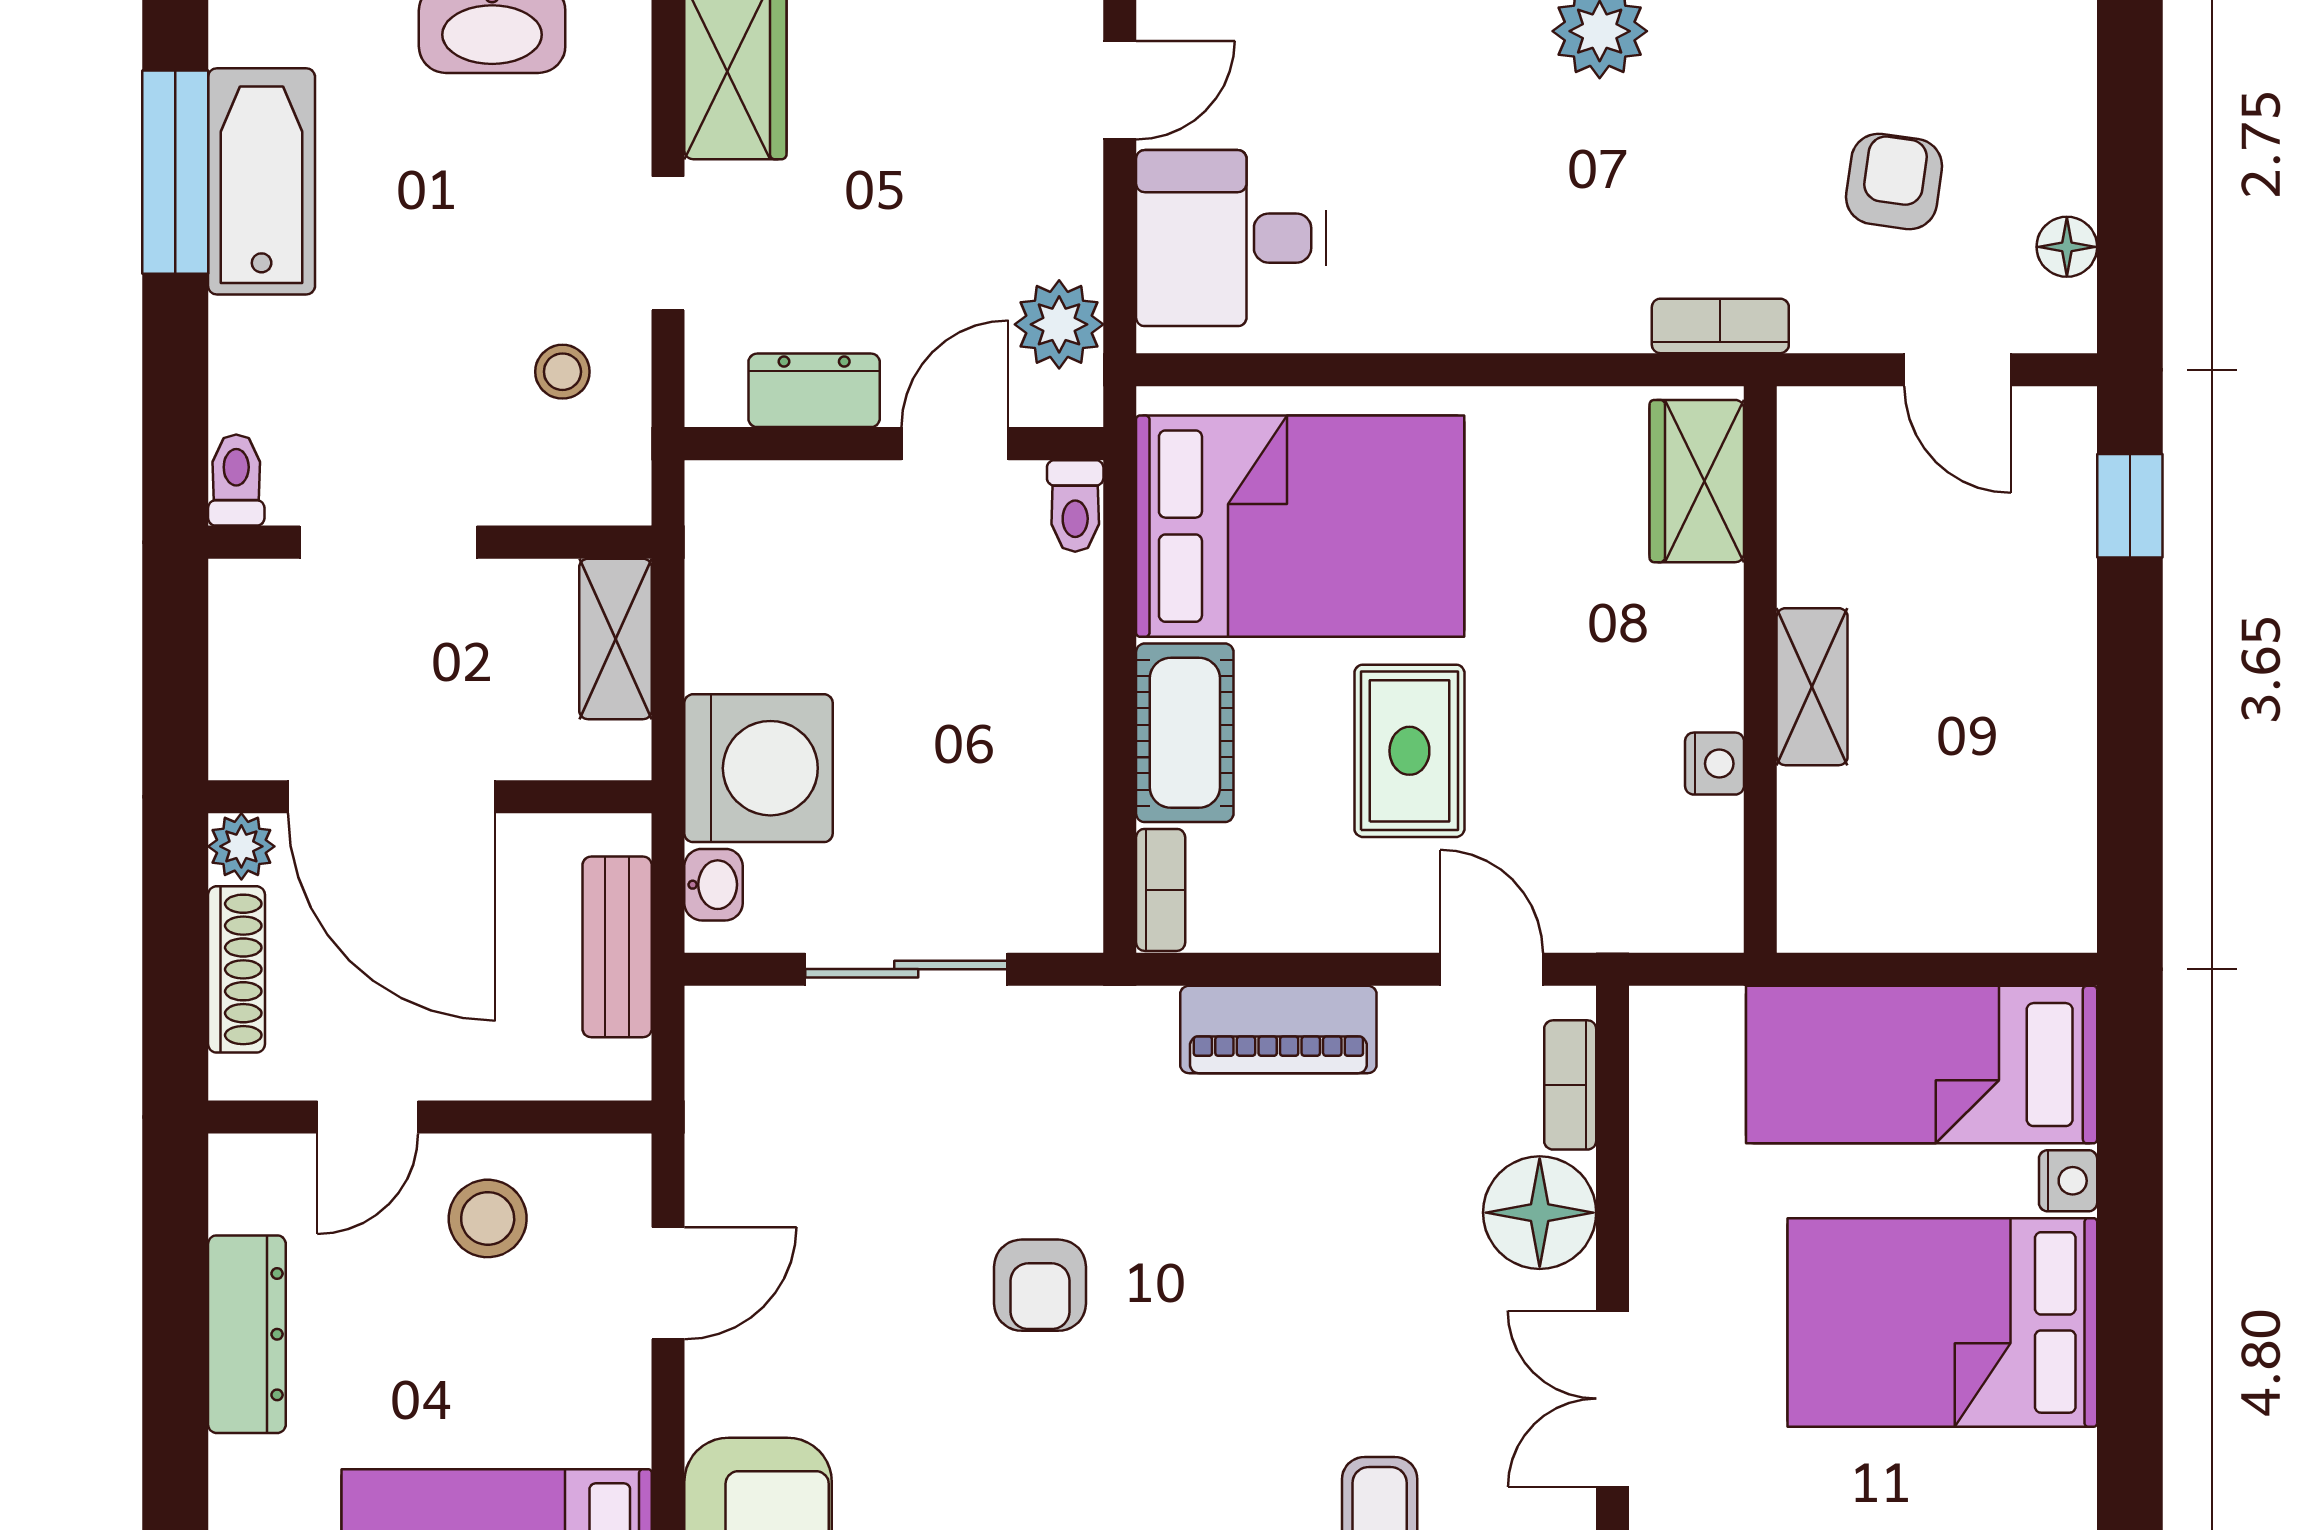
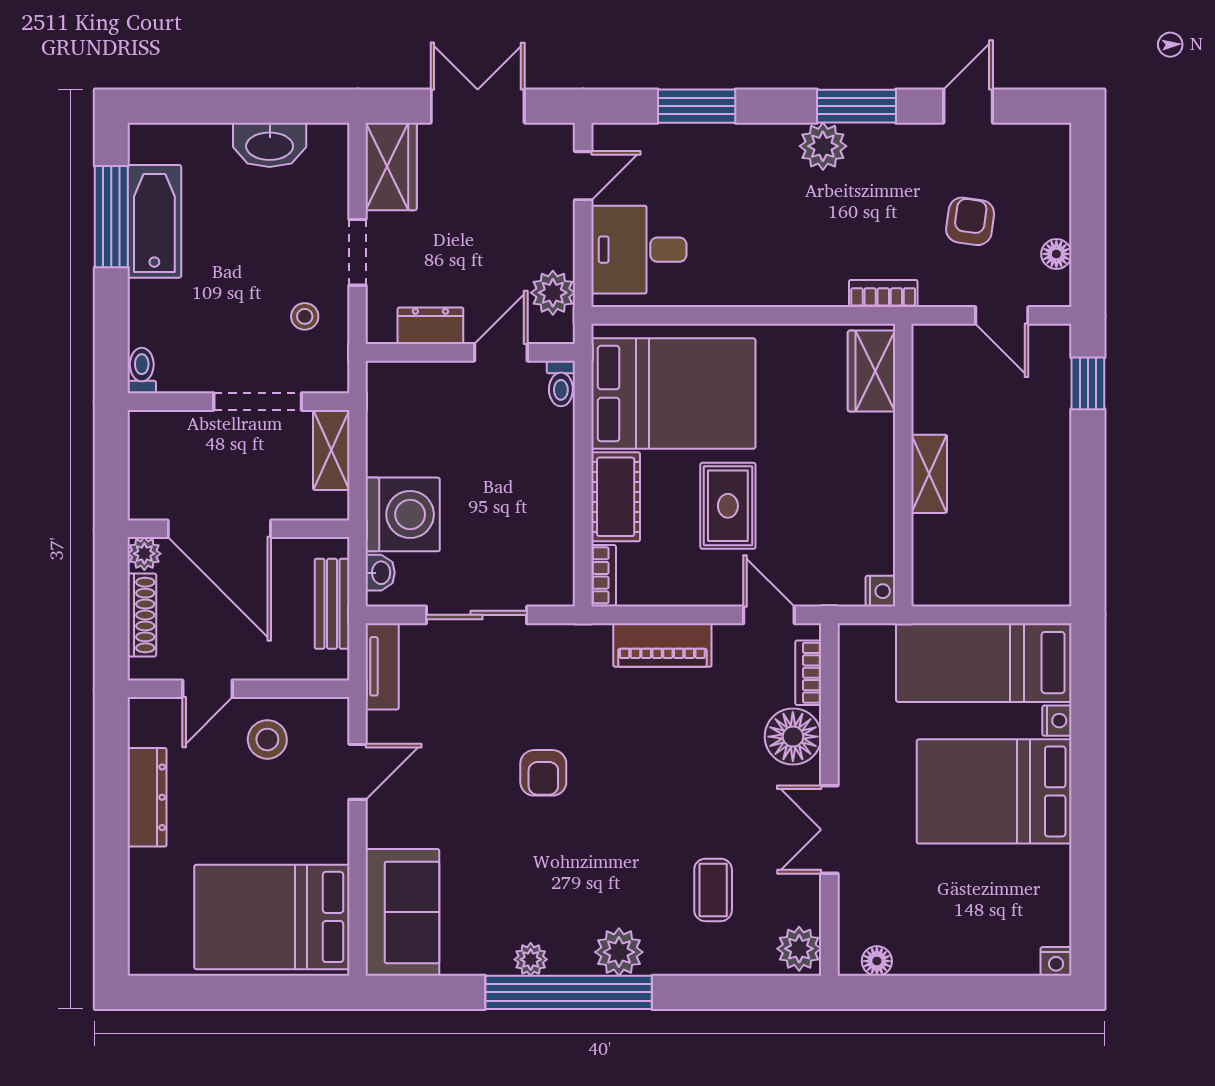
doorway: (388, 542) -> (258, 402), moved
nightstand: (1715, 764) -> (880, 591), moved
tv unit: (718, 1072) -> (382, 666), added

